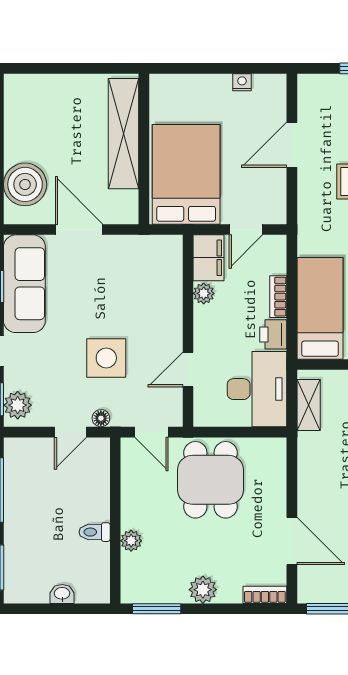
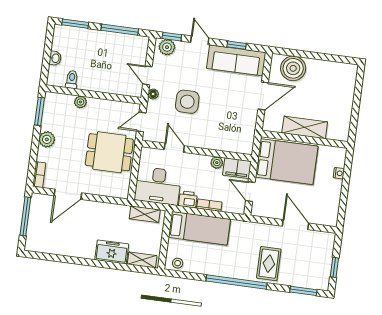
nightstand: (242, 82) -> (339, 173), moved
shelving: (124, 134) -> (305, 127), width x0.68
toilet: (95, 532) -> (72, 79), moved

